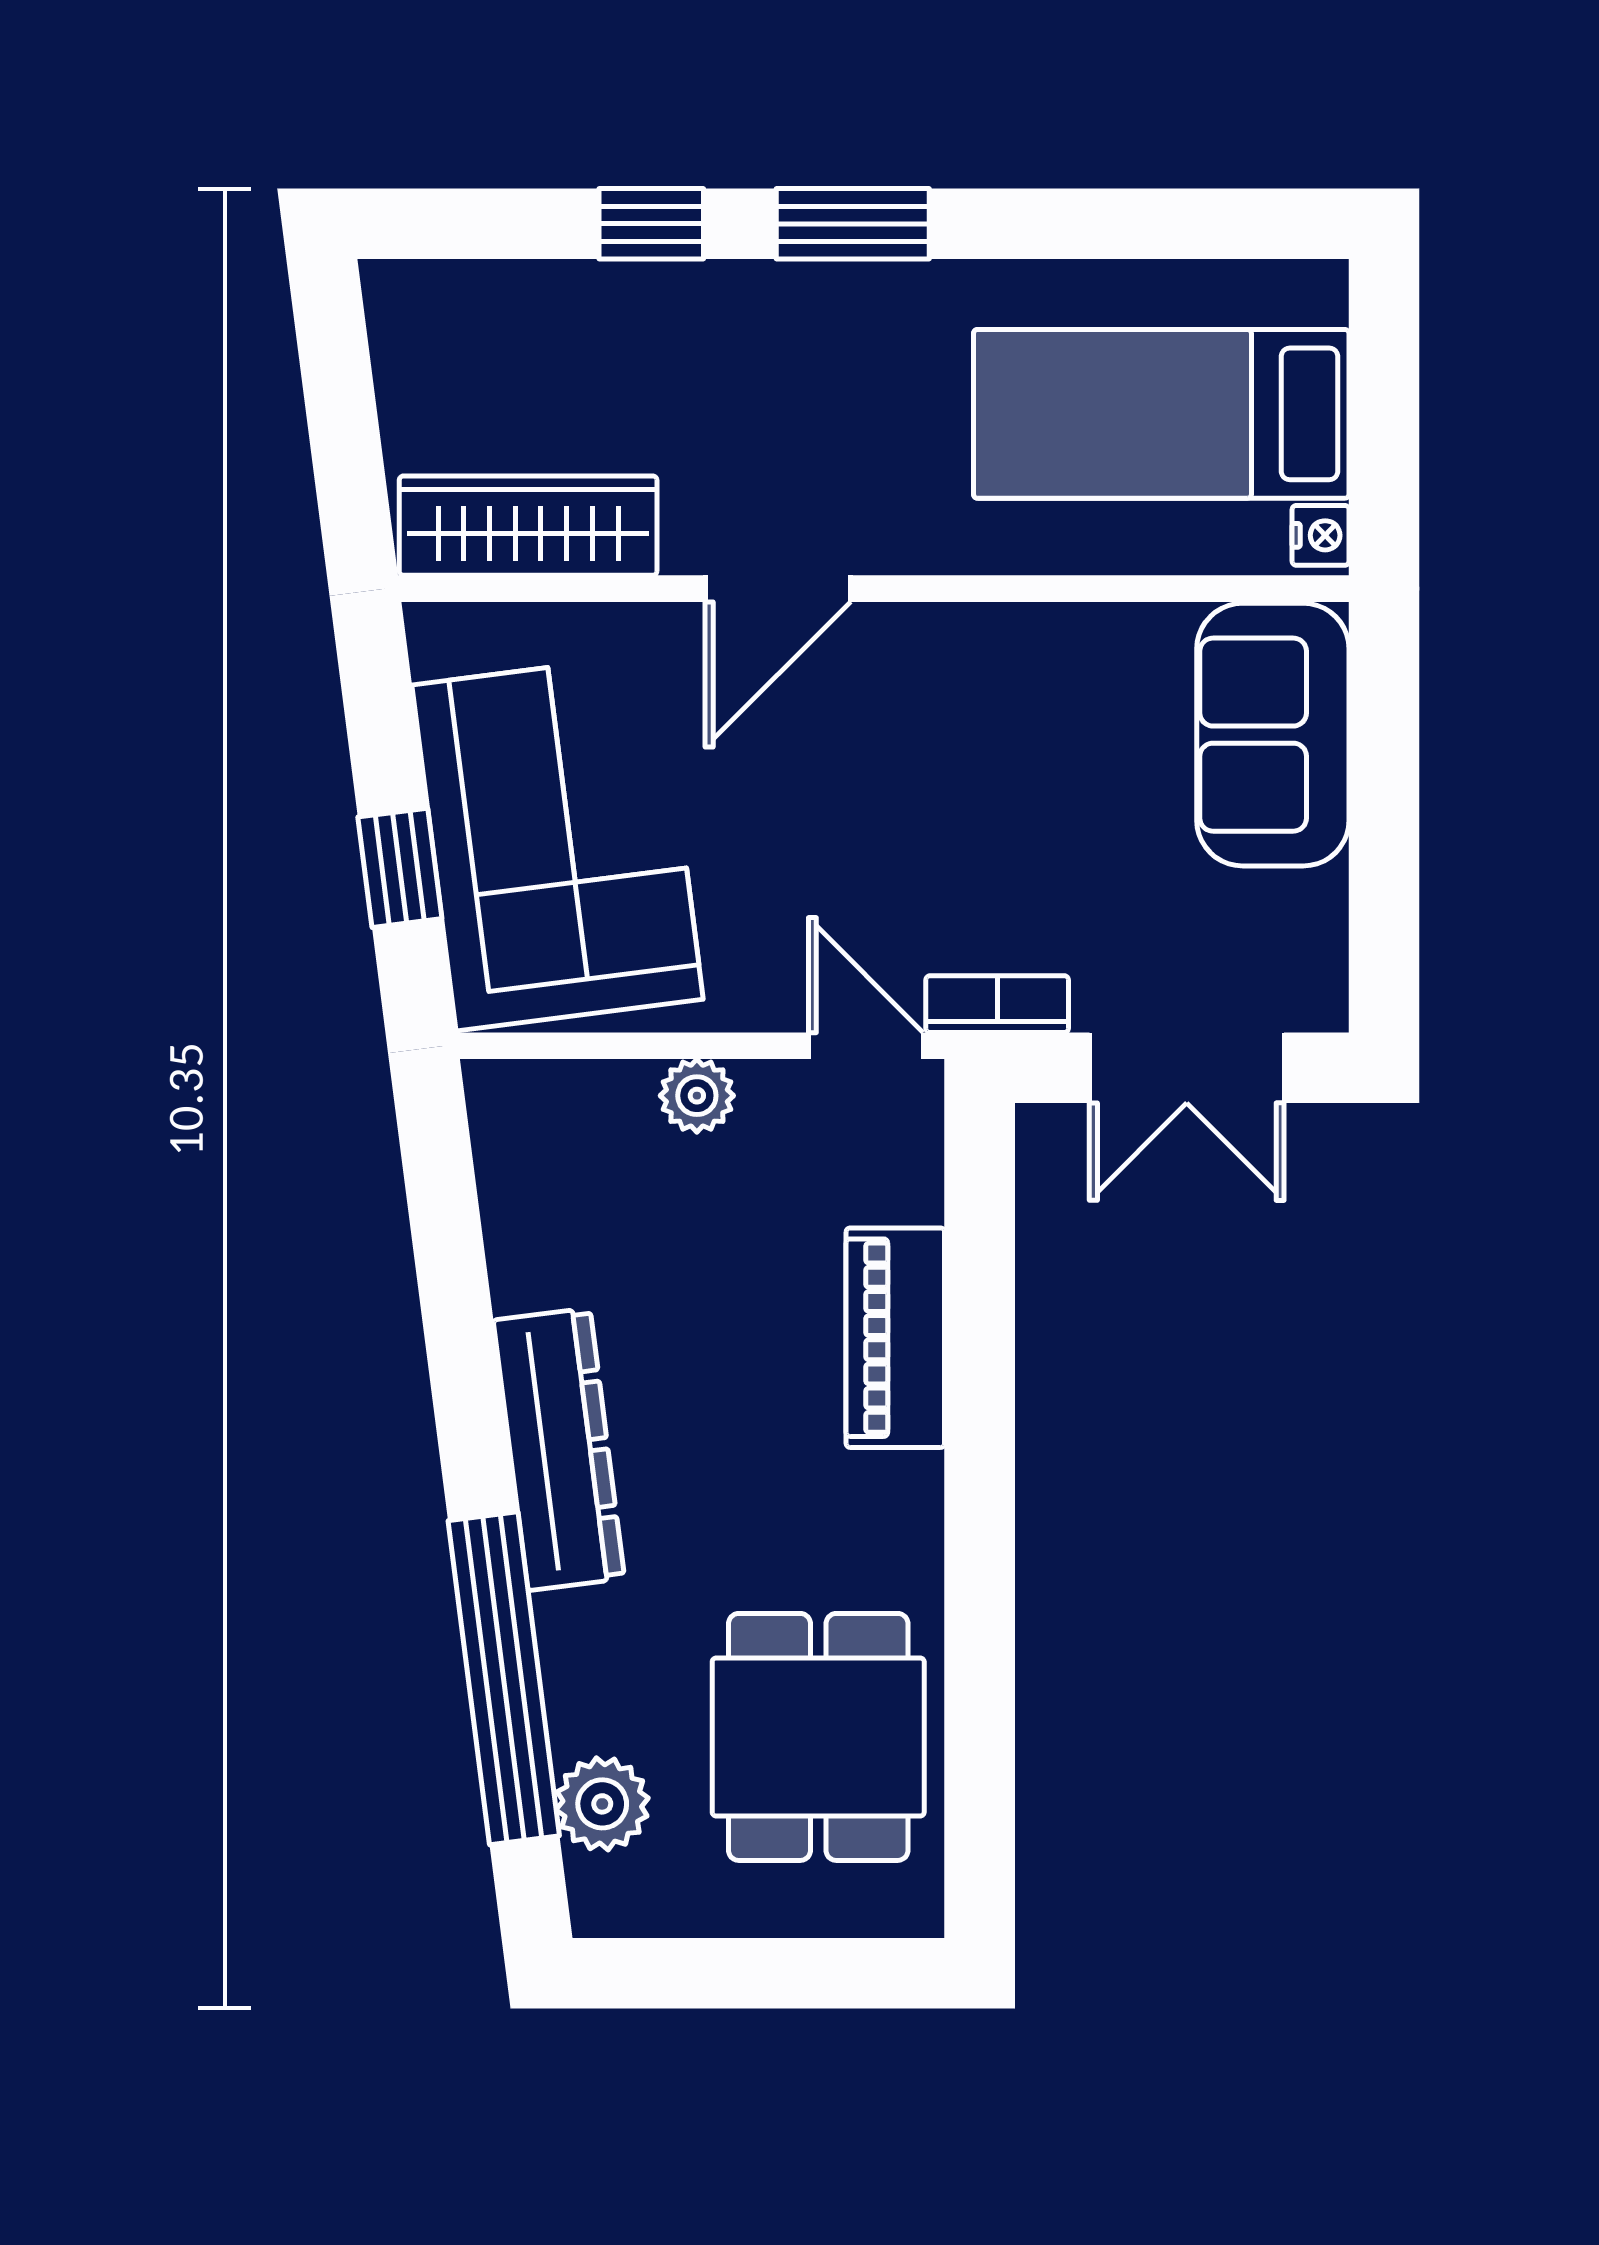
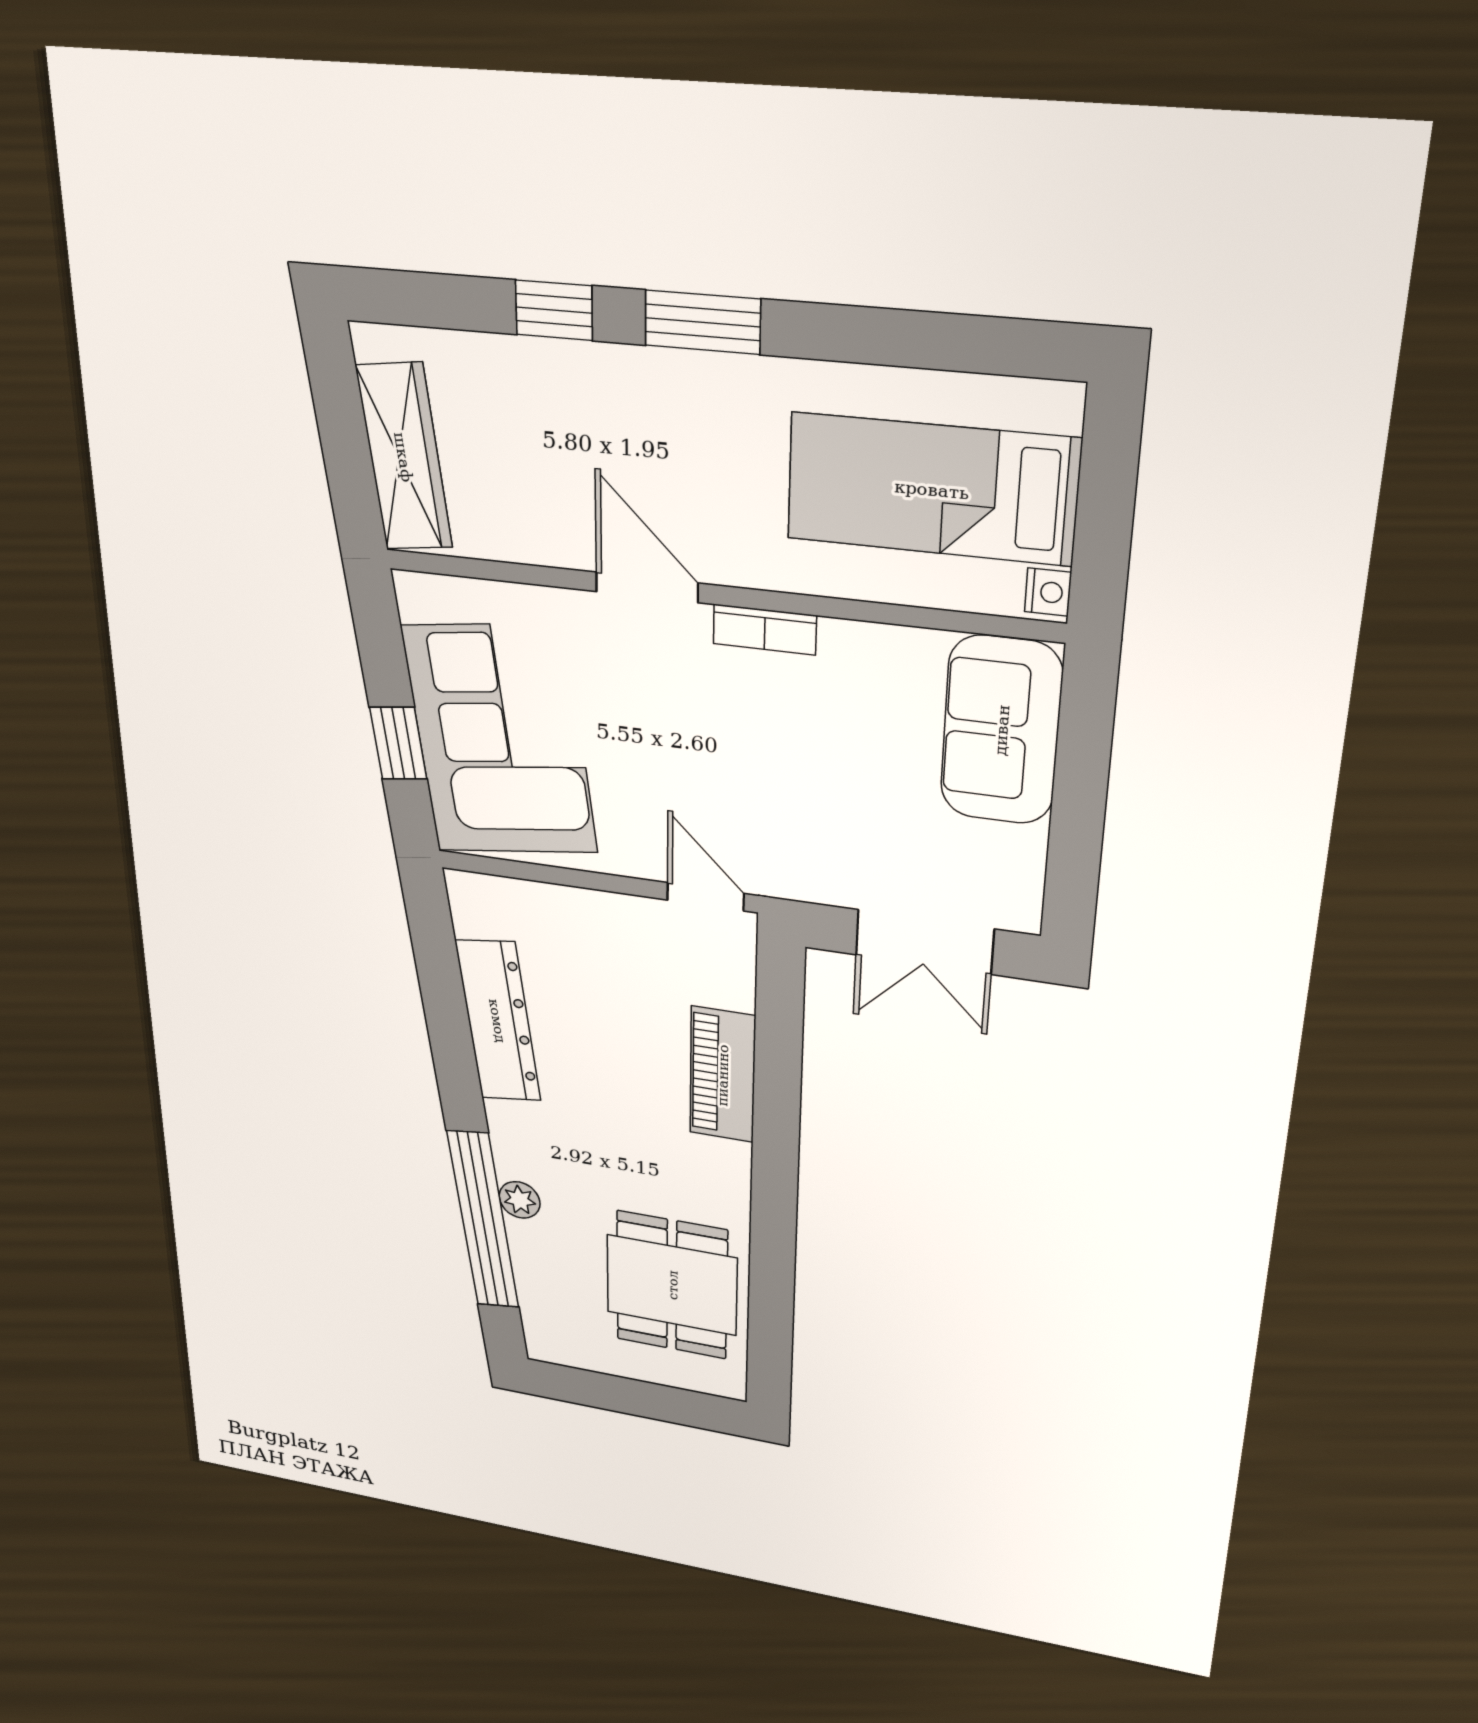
wardrobe: (528, 526) -> (404, 457), moved, turned 83
door: (778, 589) -> (647, 587), swing flipped
bookcase: (997, 1004) -> (765, 630), moved, turned 180
plant: (697, 1096) -> (594, 911), removed
dresser: (559, 1449) -> (498, 1021), moved
plant: (602, 1804) -> (520, 1200), moved, width x0.73, depth x0.73

